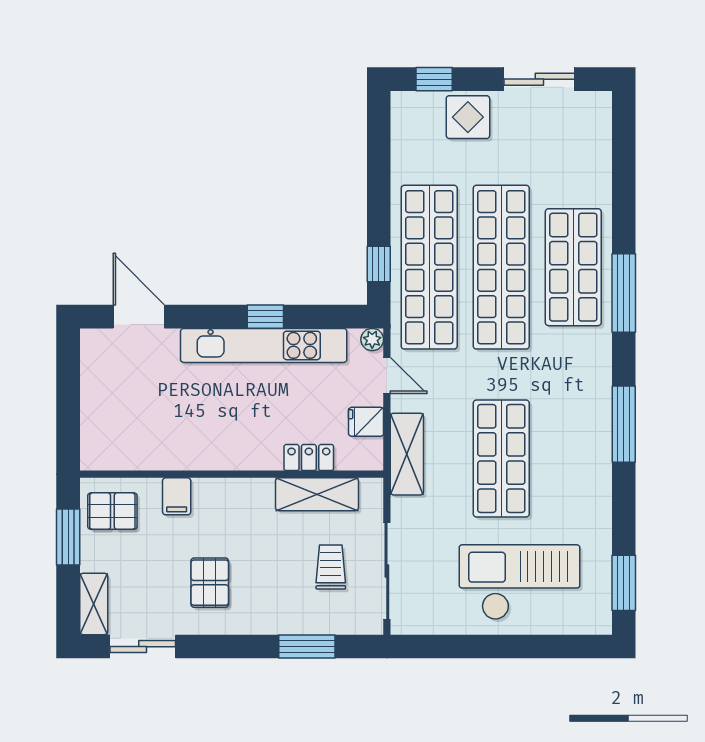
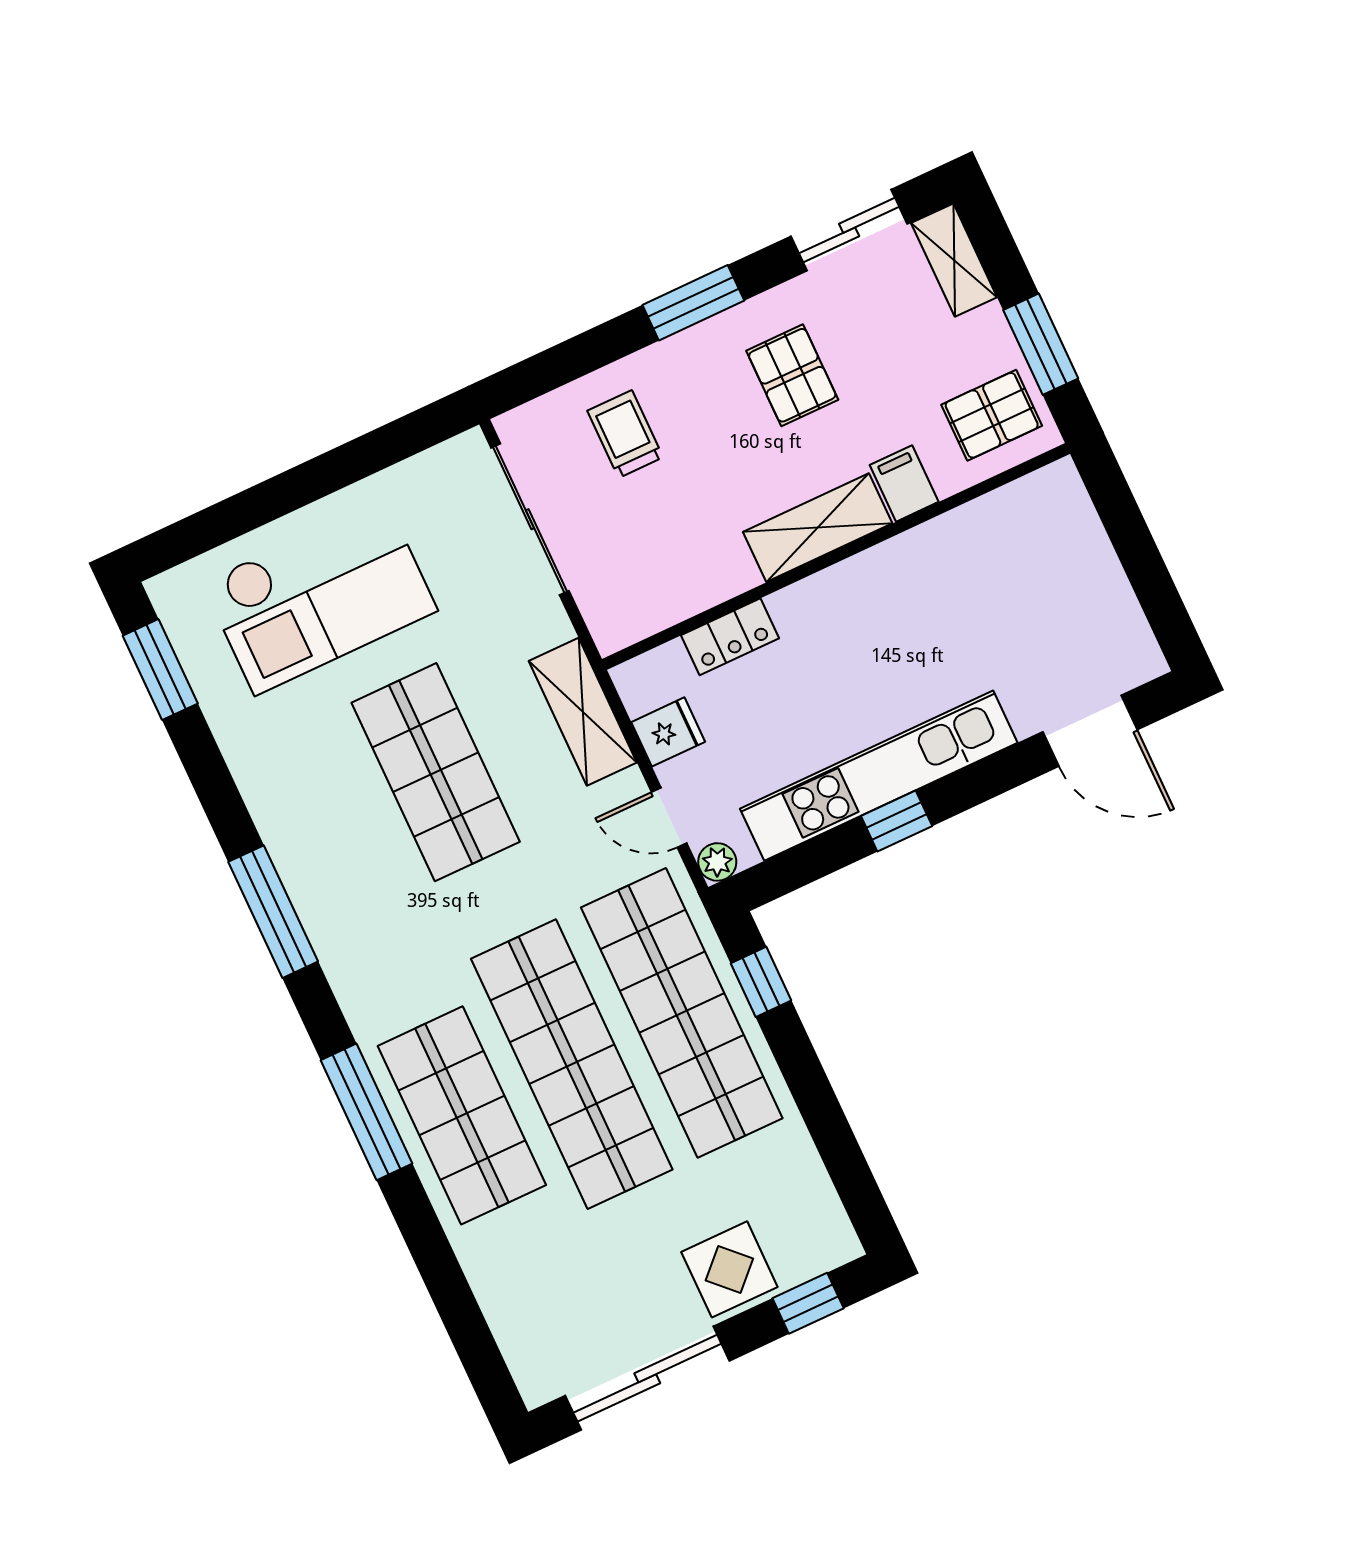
sliding door: (539, 79) -> (647, 1378), width x1.37
shelving: (317, 494) -> (818, 528), moved
trolley: (331, 567) -> (625, 434), moved, turned 180
window: (307, 647) -> (693, 303), moved

